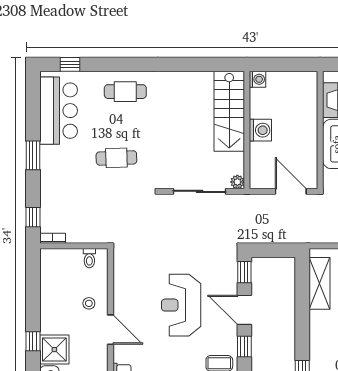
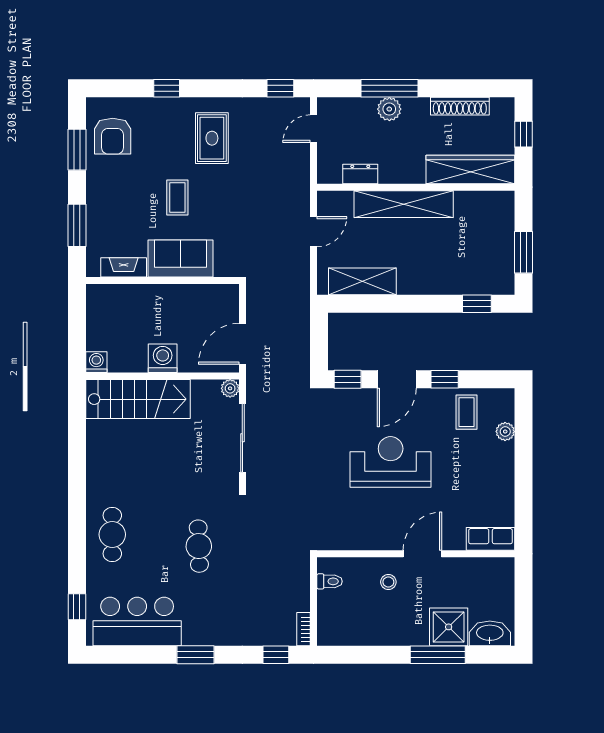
door: (291, 191) -> (242, 344), moved
reception desk: (181, 305) -> (391, 462), turned 180
window: (33, 341) -> (438, 655), width x2.17

